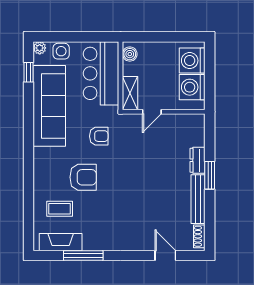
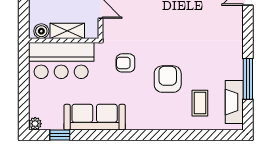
side table: (61, 51) -> (38, 101), removed
shelving: (130, 93) -> (67, 31), moved
sofa: (49, 106) -> (95, 117), width x0.74, depth x0.79
armchair: (99, 136) -> (125, 63), turned -90

